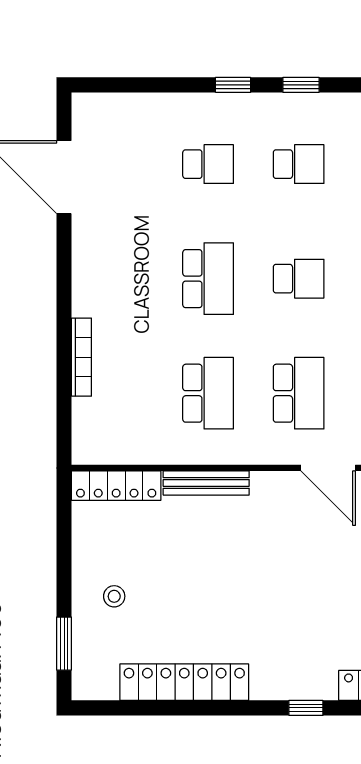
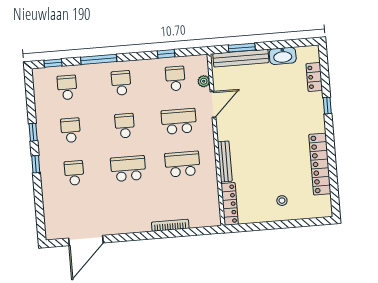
window: (64, 644) -> (306, 222), removed

